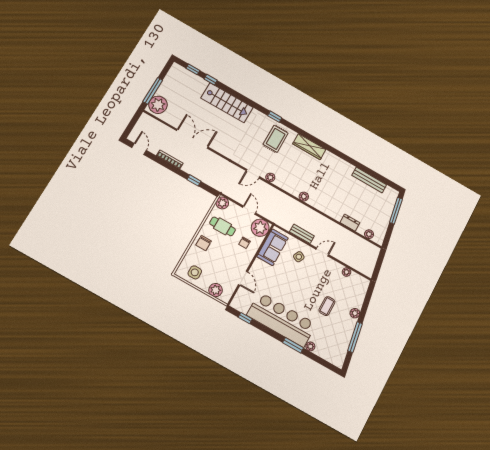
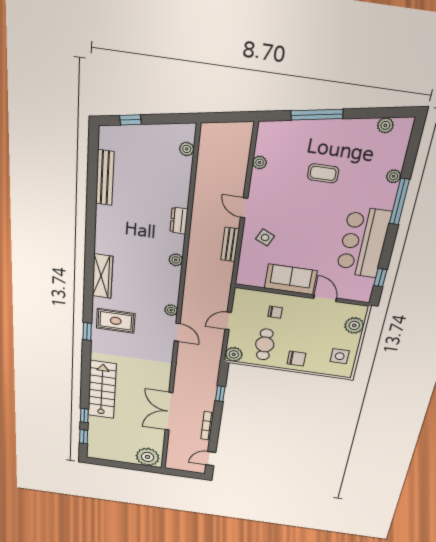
window: (153, 91) -> (134, 467), removed
window: (396, 211) -> (130, 120), width x0.46
dresser: (350, 223) -> (179, 221), moved
plant: (260, 228) -> (246, 300), removed
sofa: (272, 247) -> (291, 279), moved
door: (243, 278) -> (325, 298), hinge flipped
plant: (355, 313) -> (385, 125), moved
bar counter: (281, 320) -> (363, 242), width x0.73
window: (355, 337) -> (317, 115), moved
window: (293, 345) -> (399, 202), width x1.44

